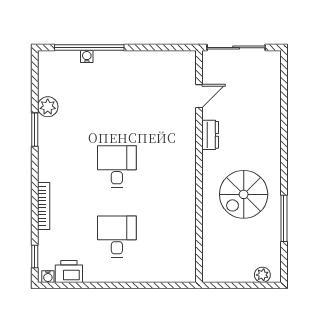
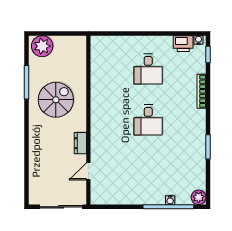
plant: (48, 107) -> (199, 197), moved
plant: (262, 275) -> (42, 46), width x1.88, depth x1.88

